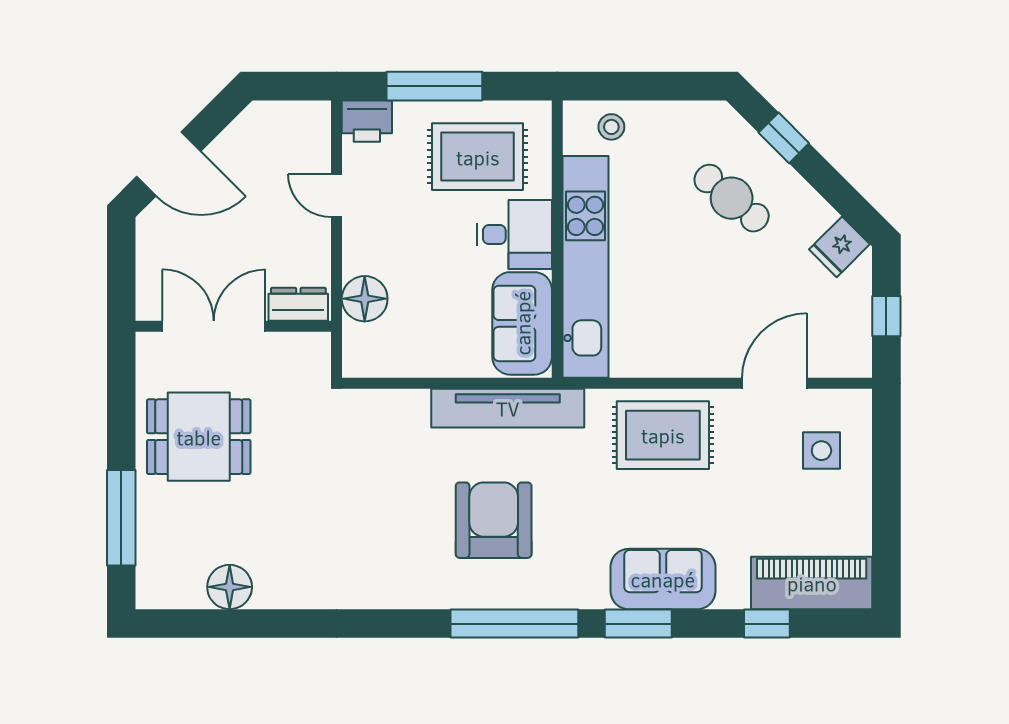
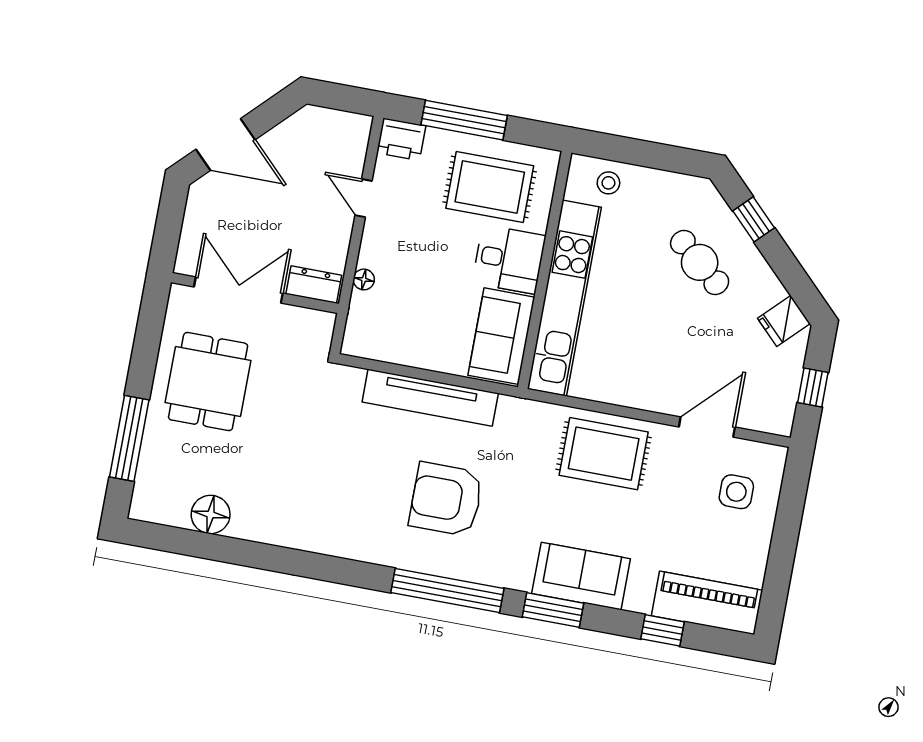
floor lamp: (365, 299) -> (364, 279), width x0.53, depth x0.53
tv unit: (508, 408) -> (430, 398), moved
dining table: (199, 437) -> (208, 382), turned 90
armchair: (494, 520) -> (446, 499), turned -90

